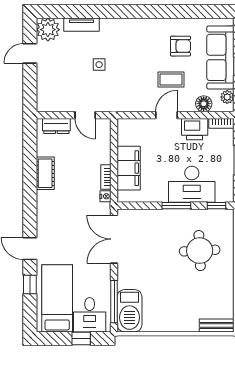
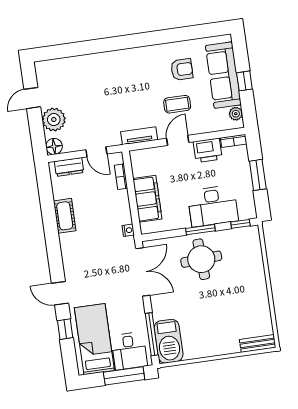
tv unit: (82, 25) -> (139, 136), moved, turned 180
plant: (48, 30) -> (54, 120), moved
side table: (99, 65) -> (103, 99), removed
floor lamp: (204, 104) -> (54, 146), moved
bookcase: (106, 177) -> (121, 177), moved
double door: (114, 239) -> (143, 272), swing flipped
round table: (200, 251) -> (201, 259), moved
window: (81, 339) -> (124, 376), width x2.17

